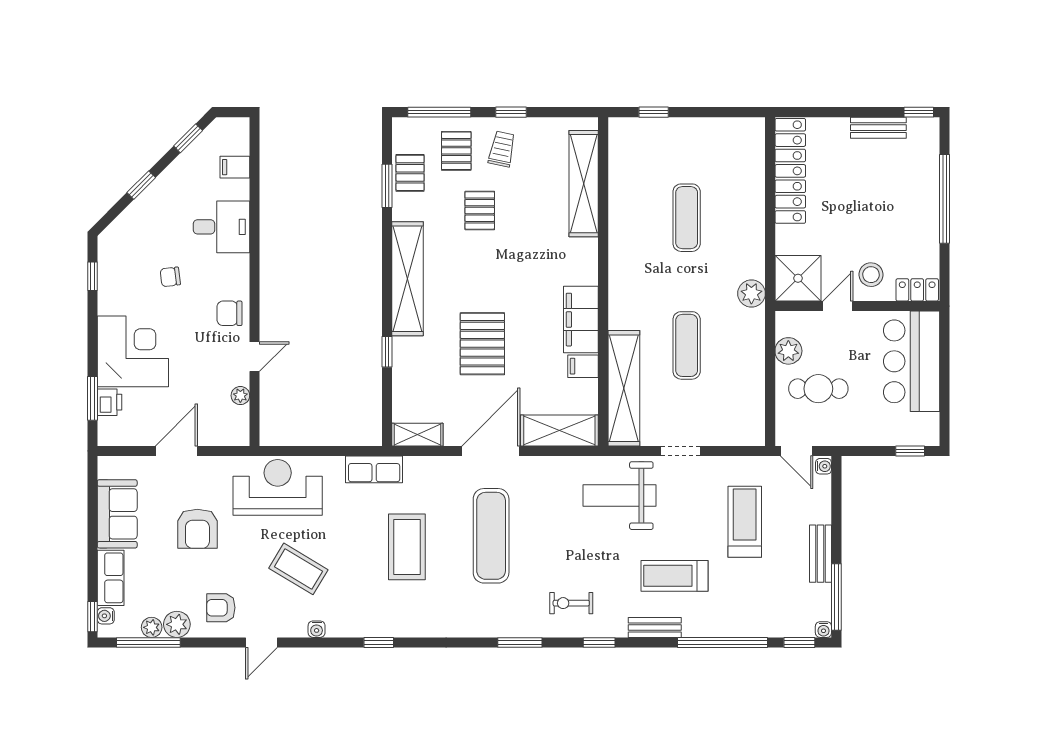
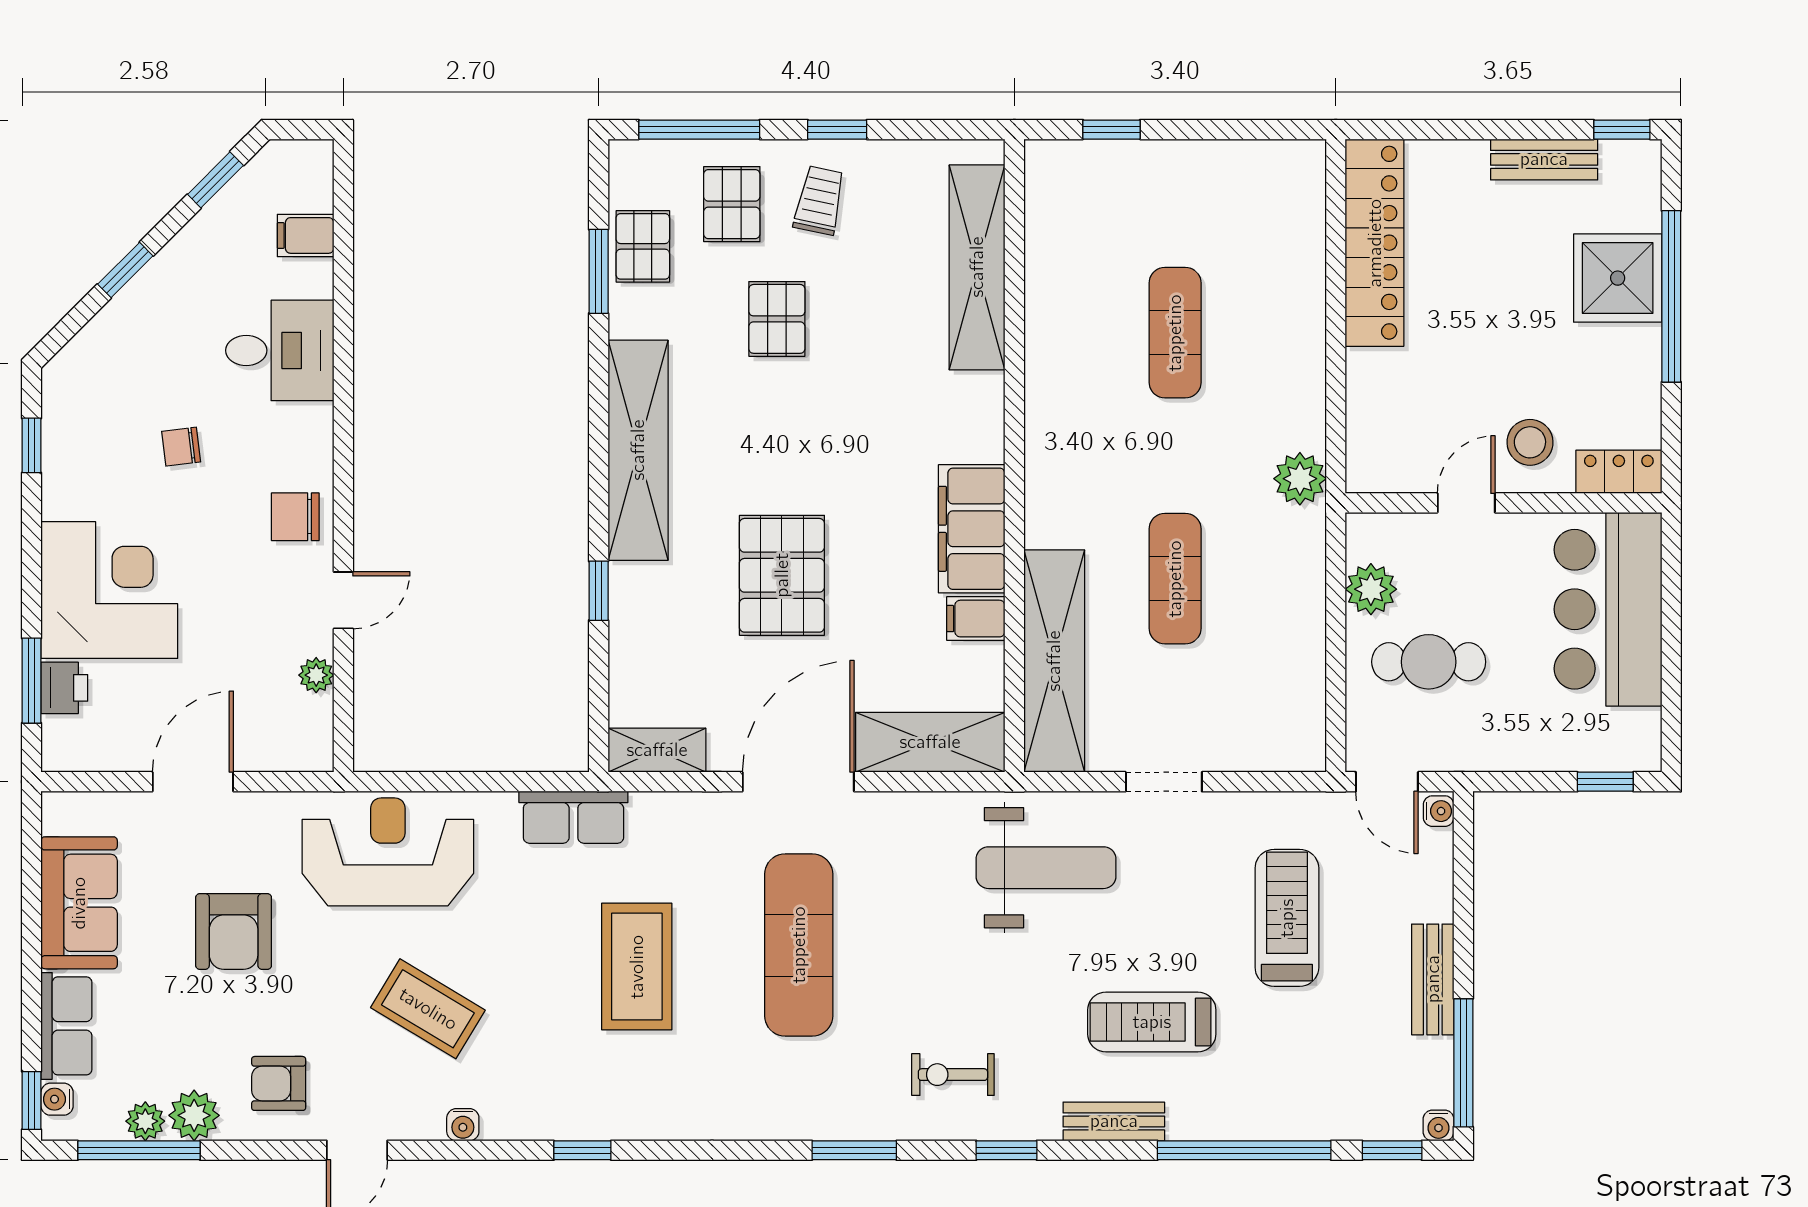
shower: (798, 278) -> (1618, 278), moved
weight bench: (620, 496) -> (1046, 868), turned 180

